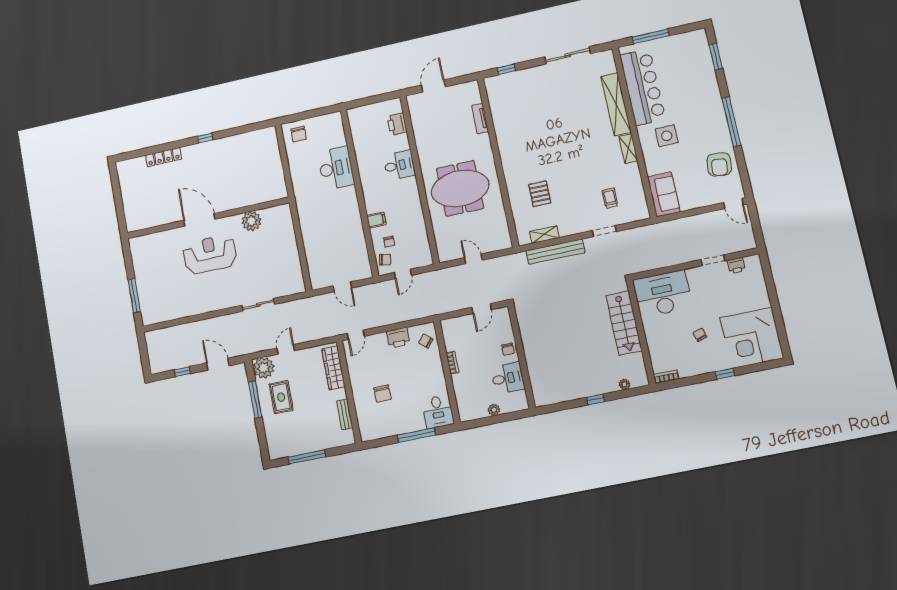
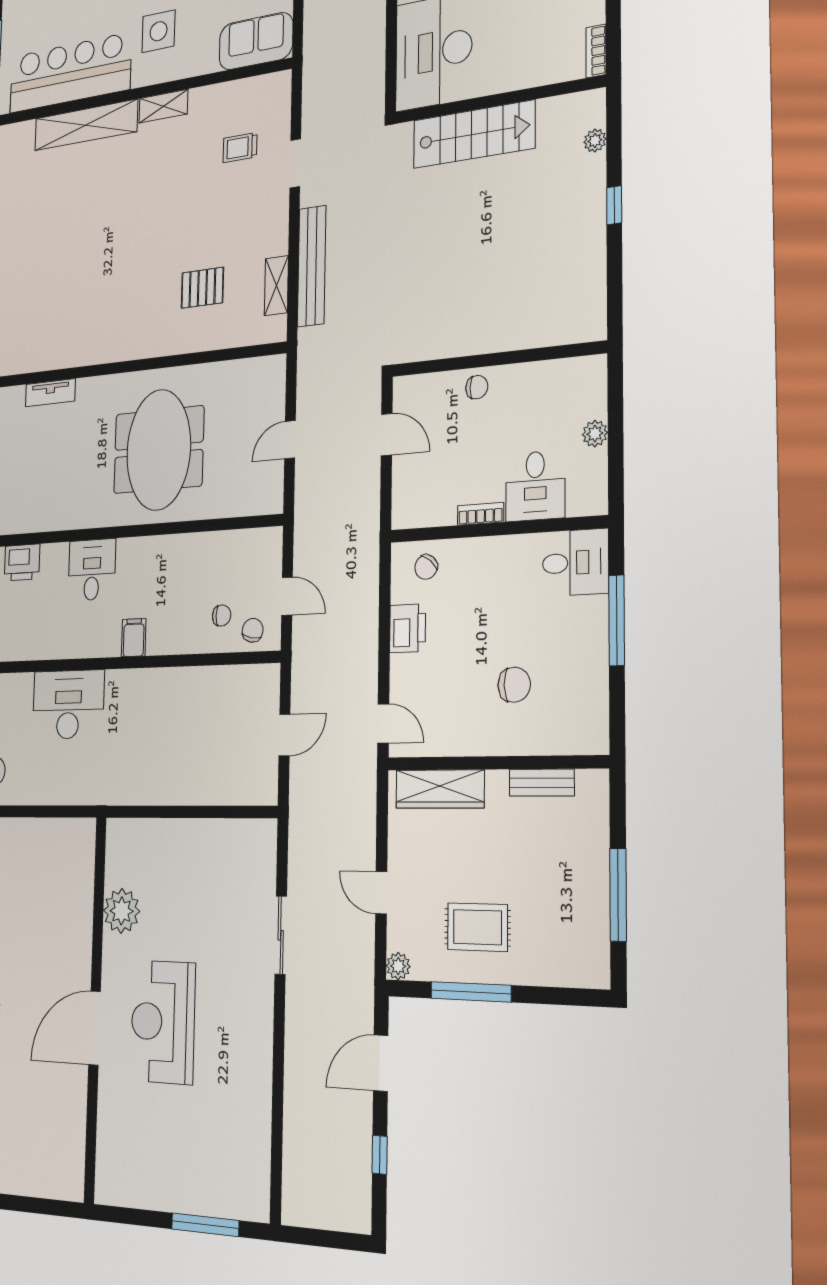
filing cabinet: (376, 220) -> (134, 638), moved
plant: (264, 368) -> (398, 966), width x0.53, depth x0.53
desk: (508, 378) -> (535, 486), moved, turned 180

